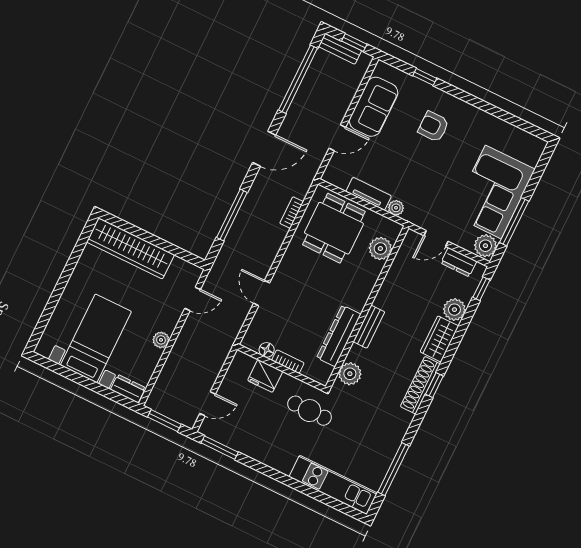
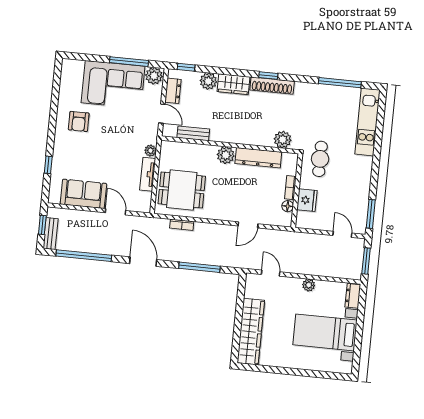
armchair: (433, 127) -> (79, 121), moved
plant: (380, 249) -> (226, 155), moved
bench: (369, 327) -> (193, 133), moved

